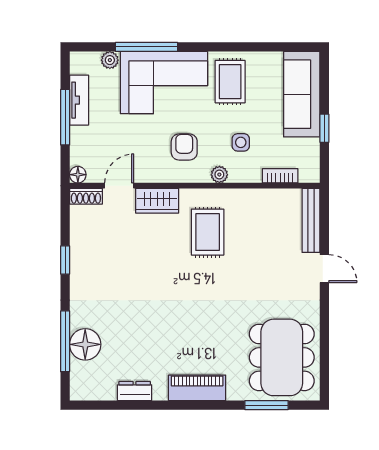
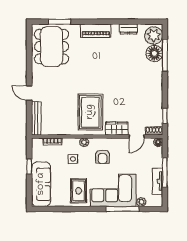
rug: (208, 232) -> (90, 112), width x1.36, depth x1.43
window: (65, 260) -> (165, 116), moved
plant: (86, 379) -> (154, 35), added

